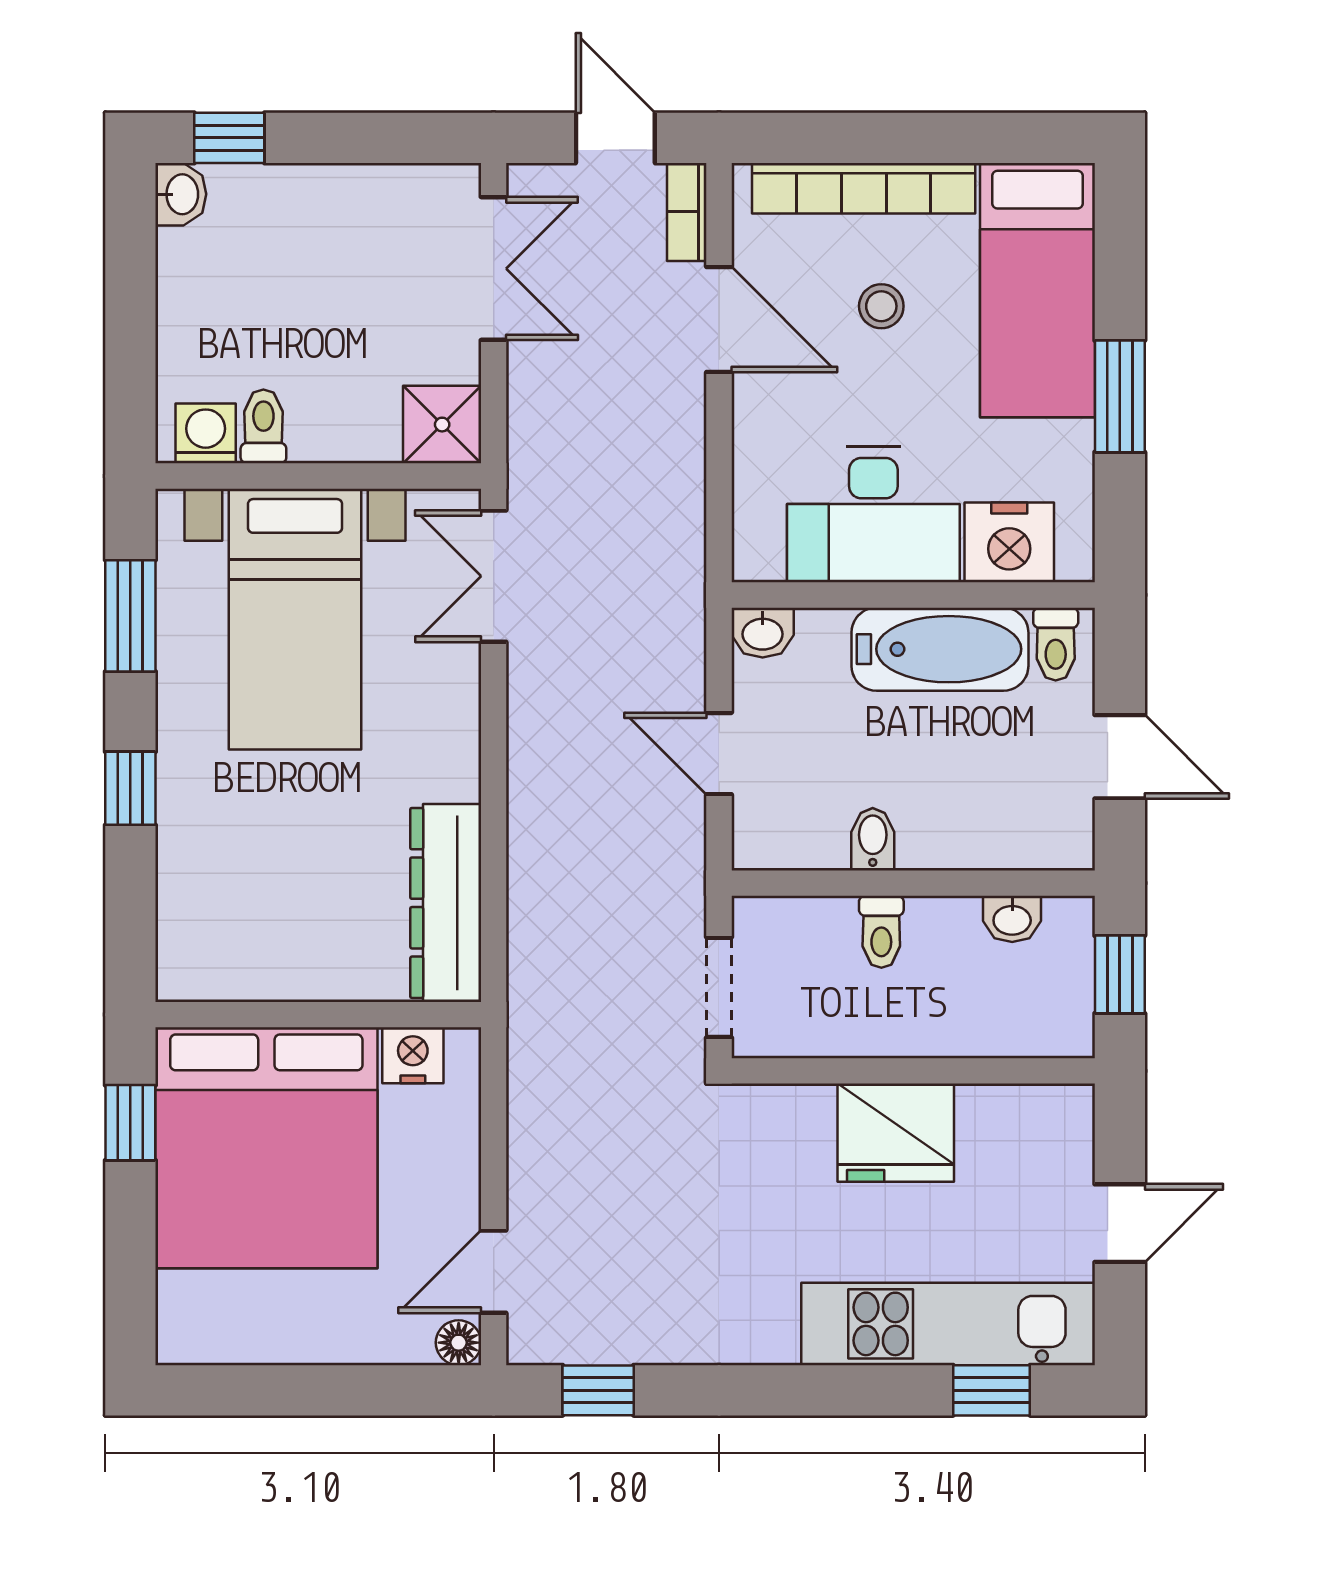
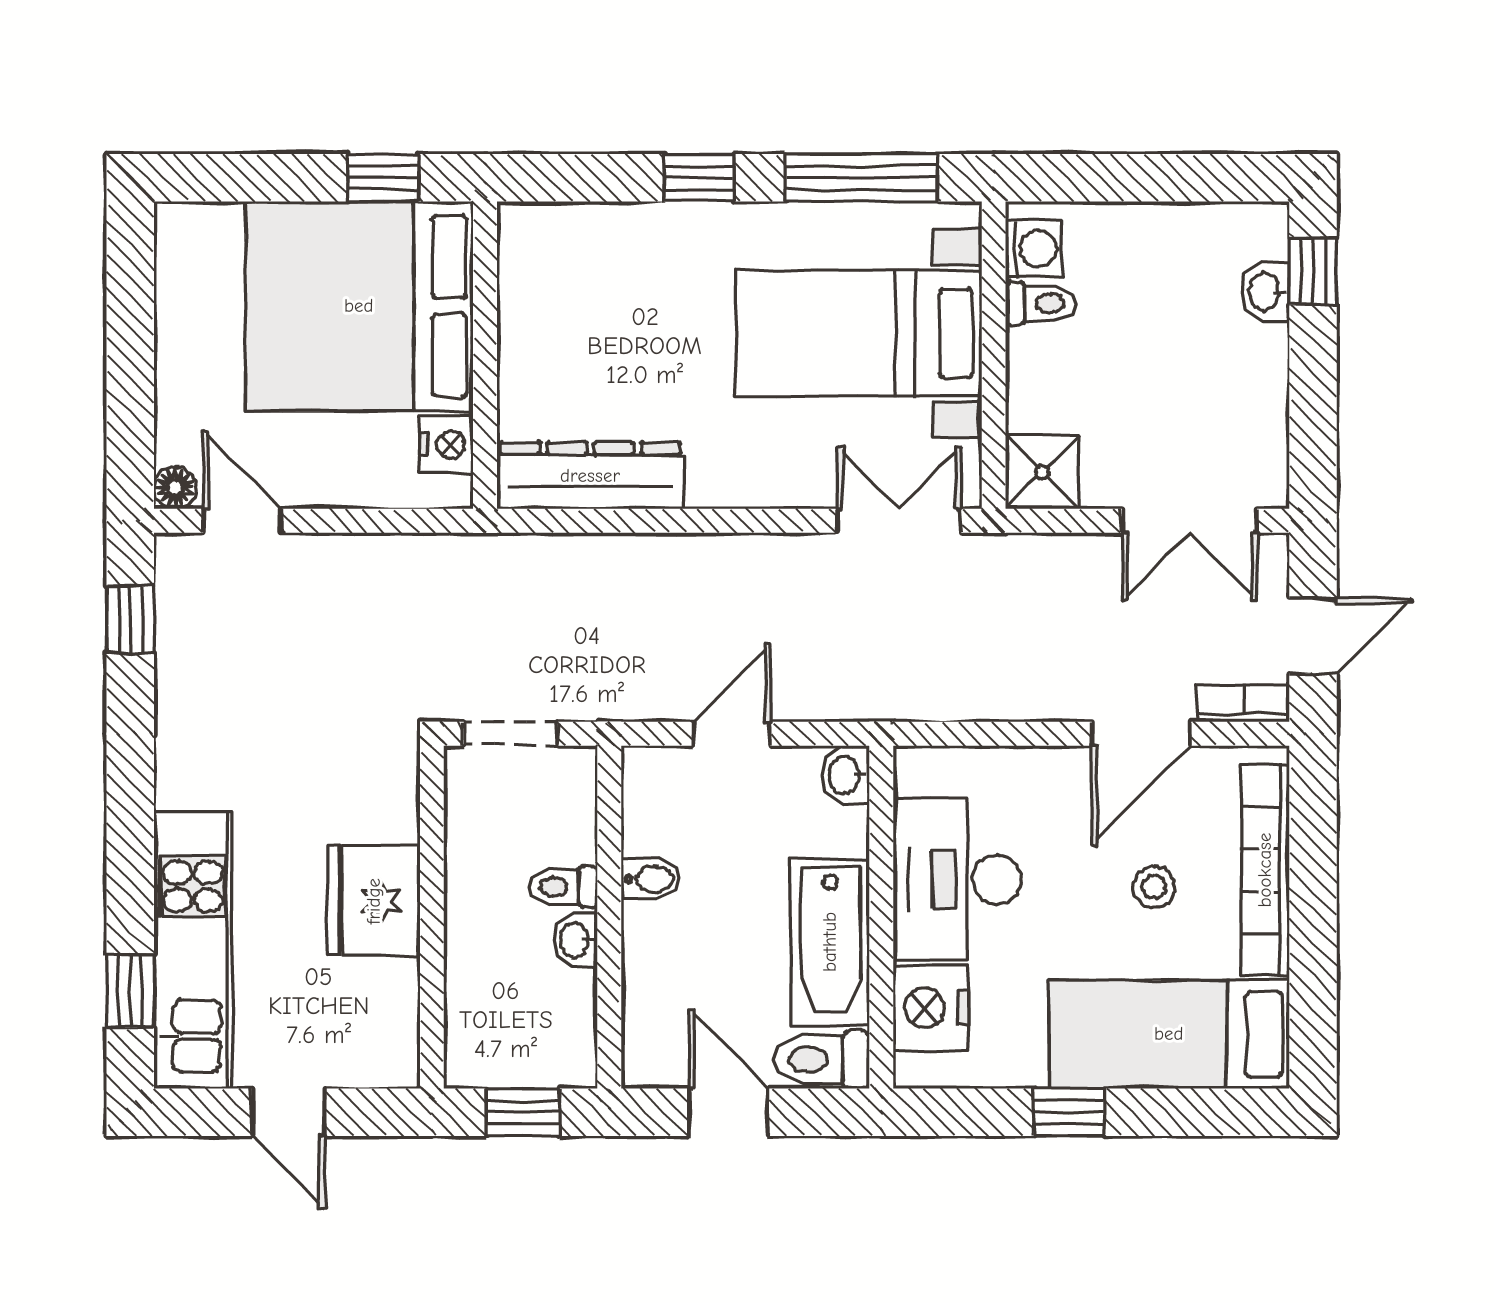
washbasin: (181, 194) -> (1265, 292), moved, turned 90
window: (1120, 396) -> (1069, 1112), width x0.67
window: (130, 616) -> (862, 178), width x1.44
toilet: (1056, 644) -> (822, 1059), width x1.37, depth x1.39
door: (1120, 757) -> (729, 1112), swing flipped
washbasin: (1012, 919) -> (575, 940), moved

